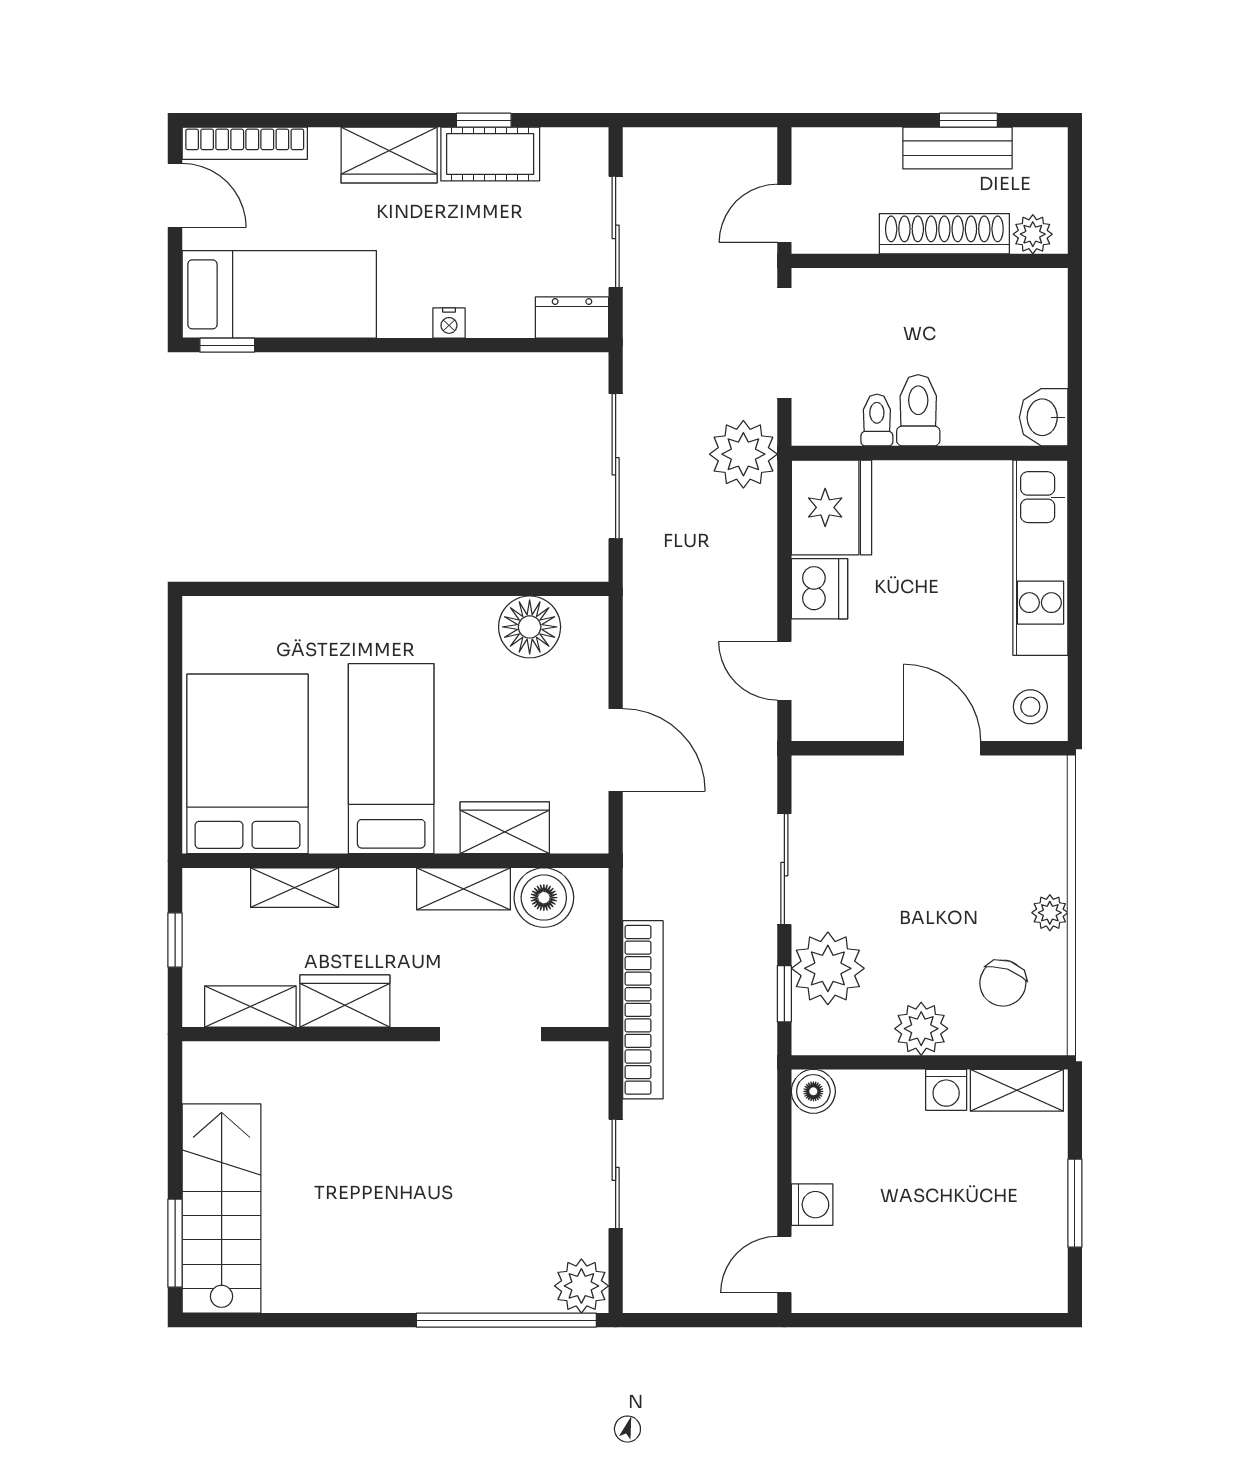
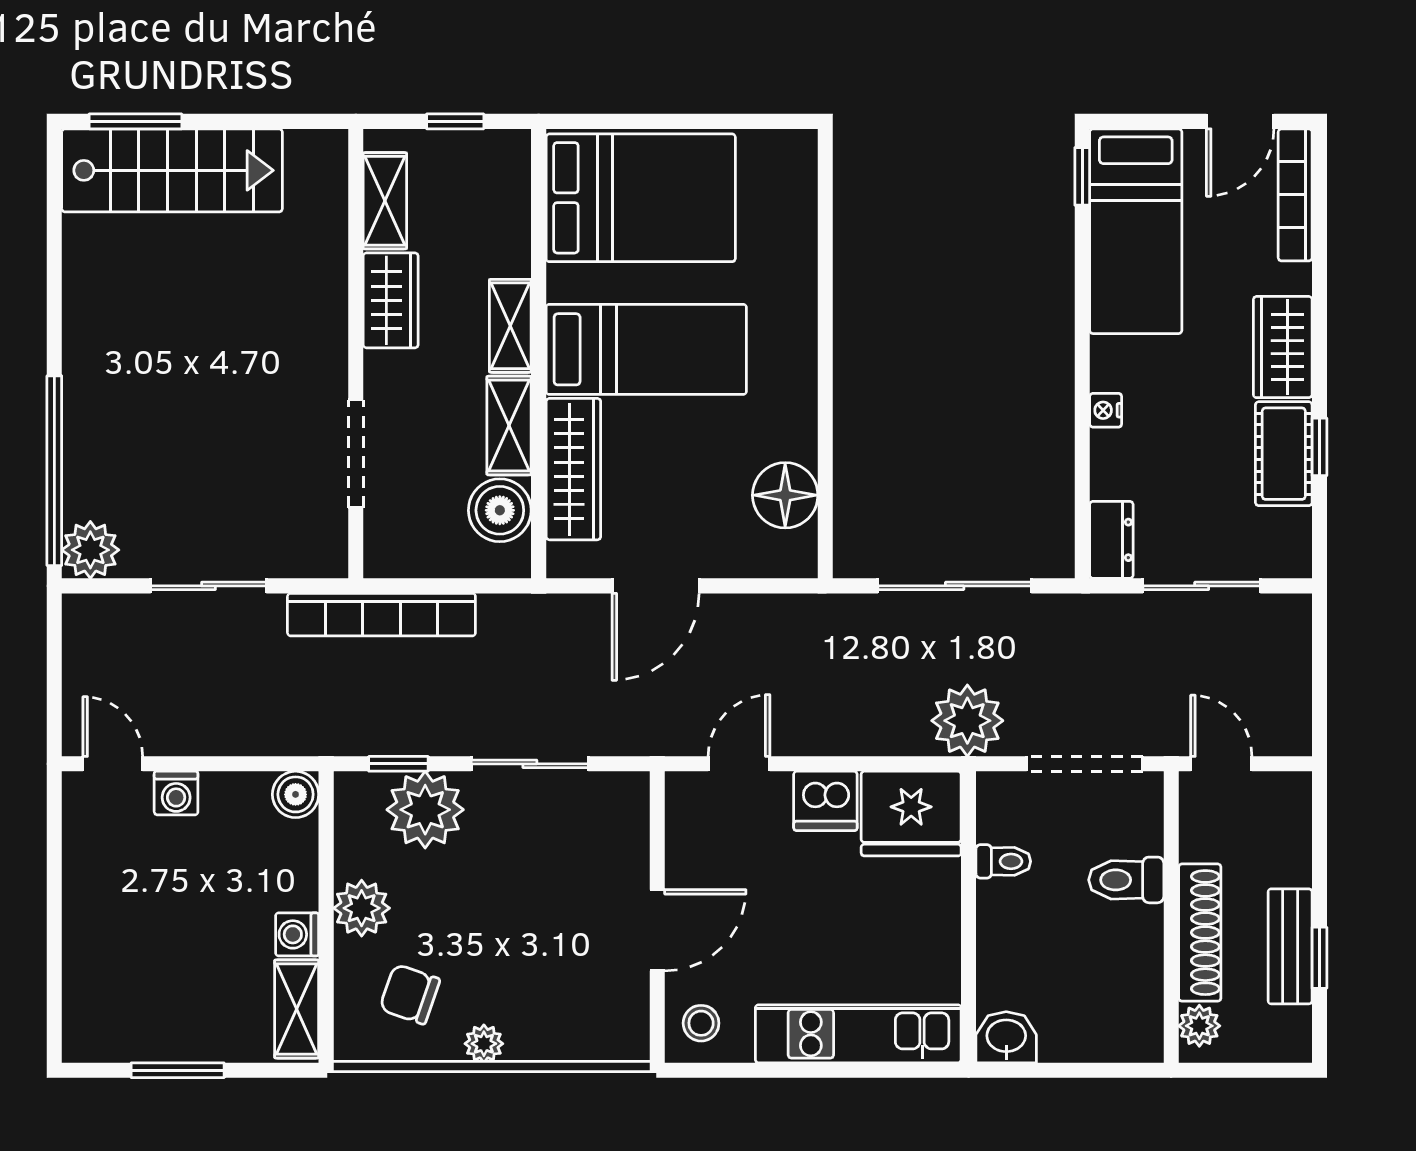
toilet: (918, 410) -> (1126, 880), moved, turned 180
wardrobe: (505, 828) -> (573, 469), width x1.50
shelving: (295, 888) -> (510, 326), moved

